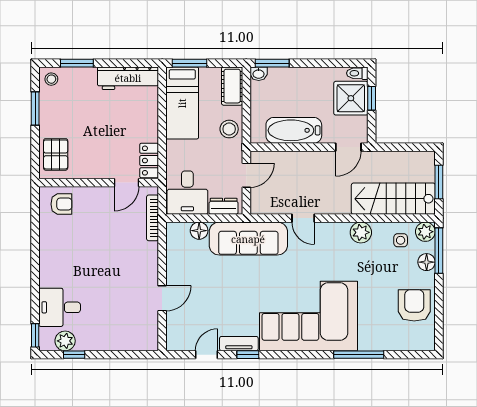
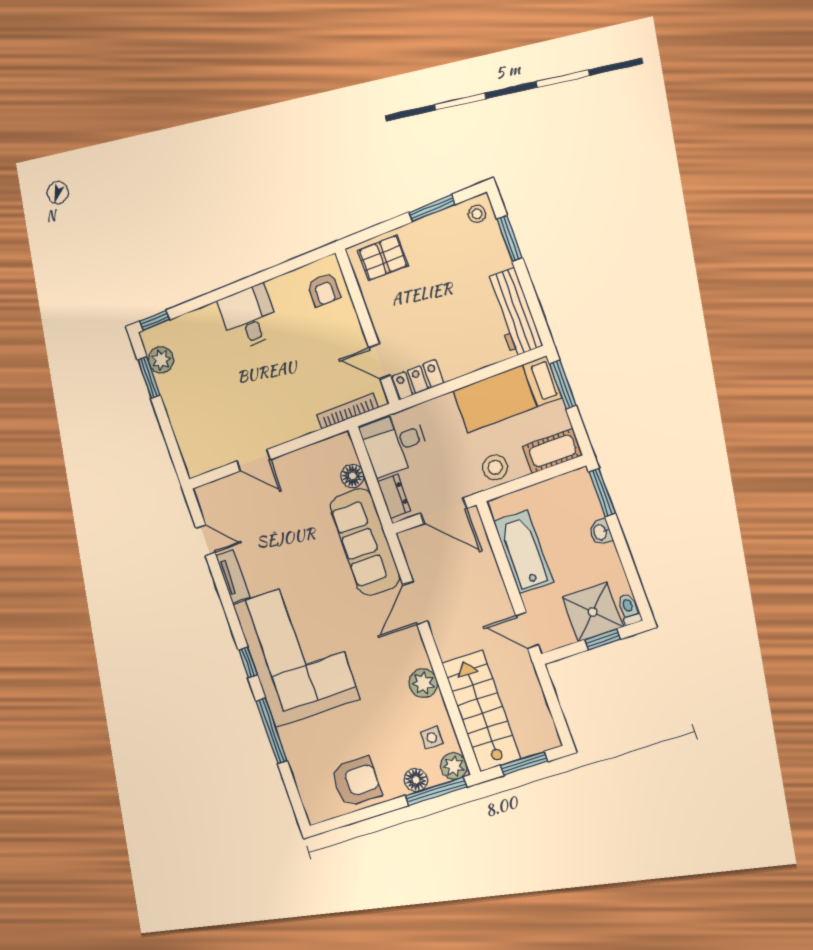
washbasin: (259, 74) -> (601, 532), moved
door: (246, 175) -> (444, 511), width x1.38
door: (303, 218) -> (415, 603), width x1.37
desk: (60, 307) -> (249, 317), moved
window: (74, 355) -> (149, 377), width x1.50
window: (248, 355) -> (248, 662), moved

